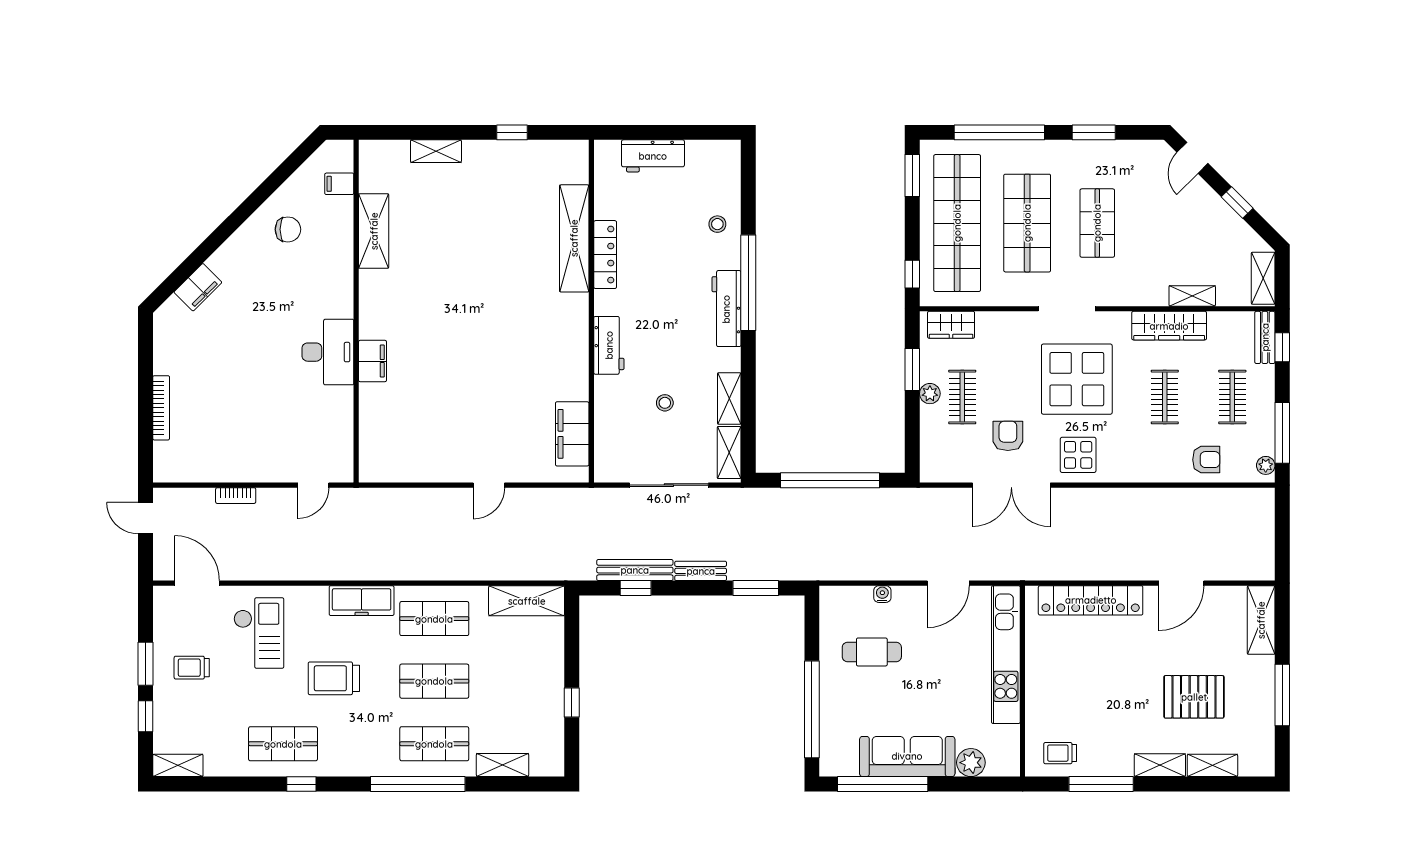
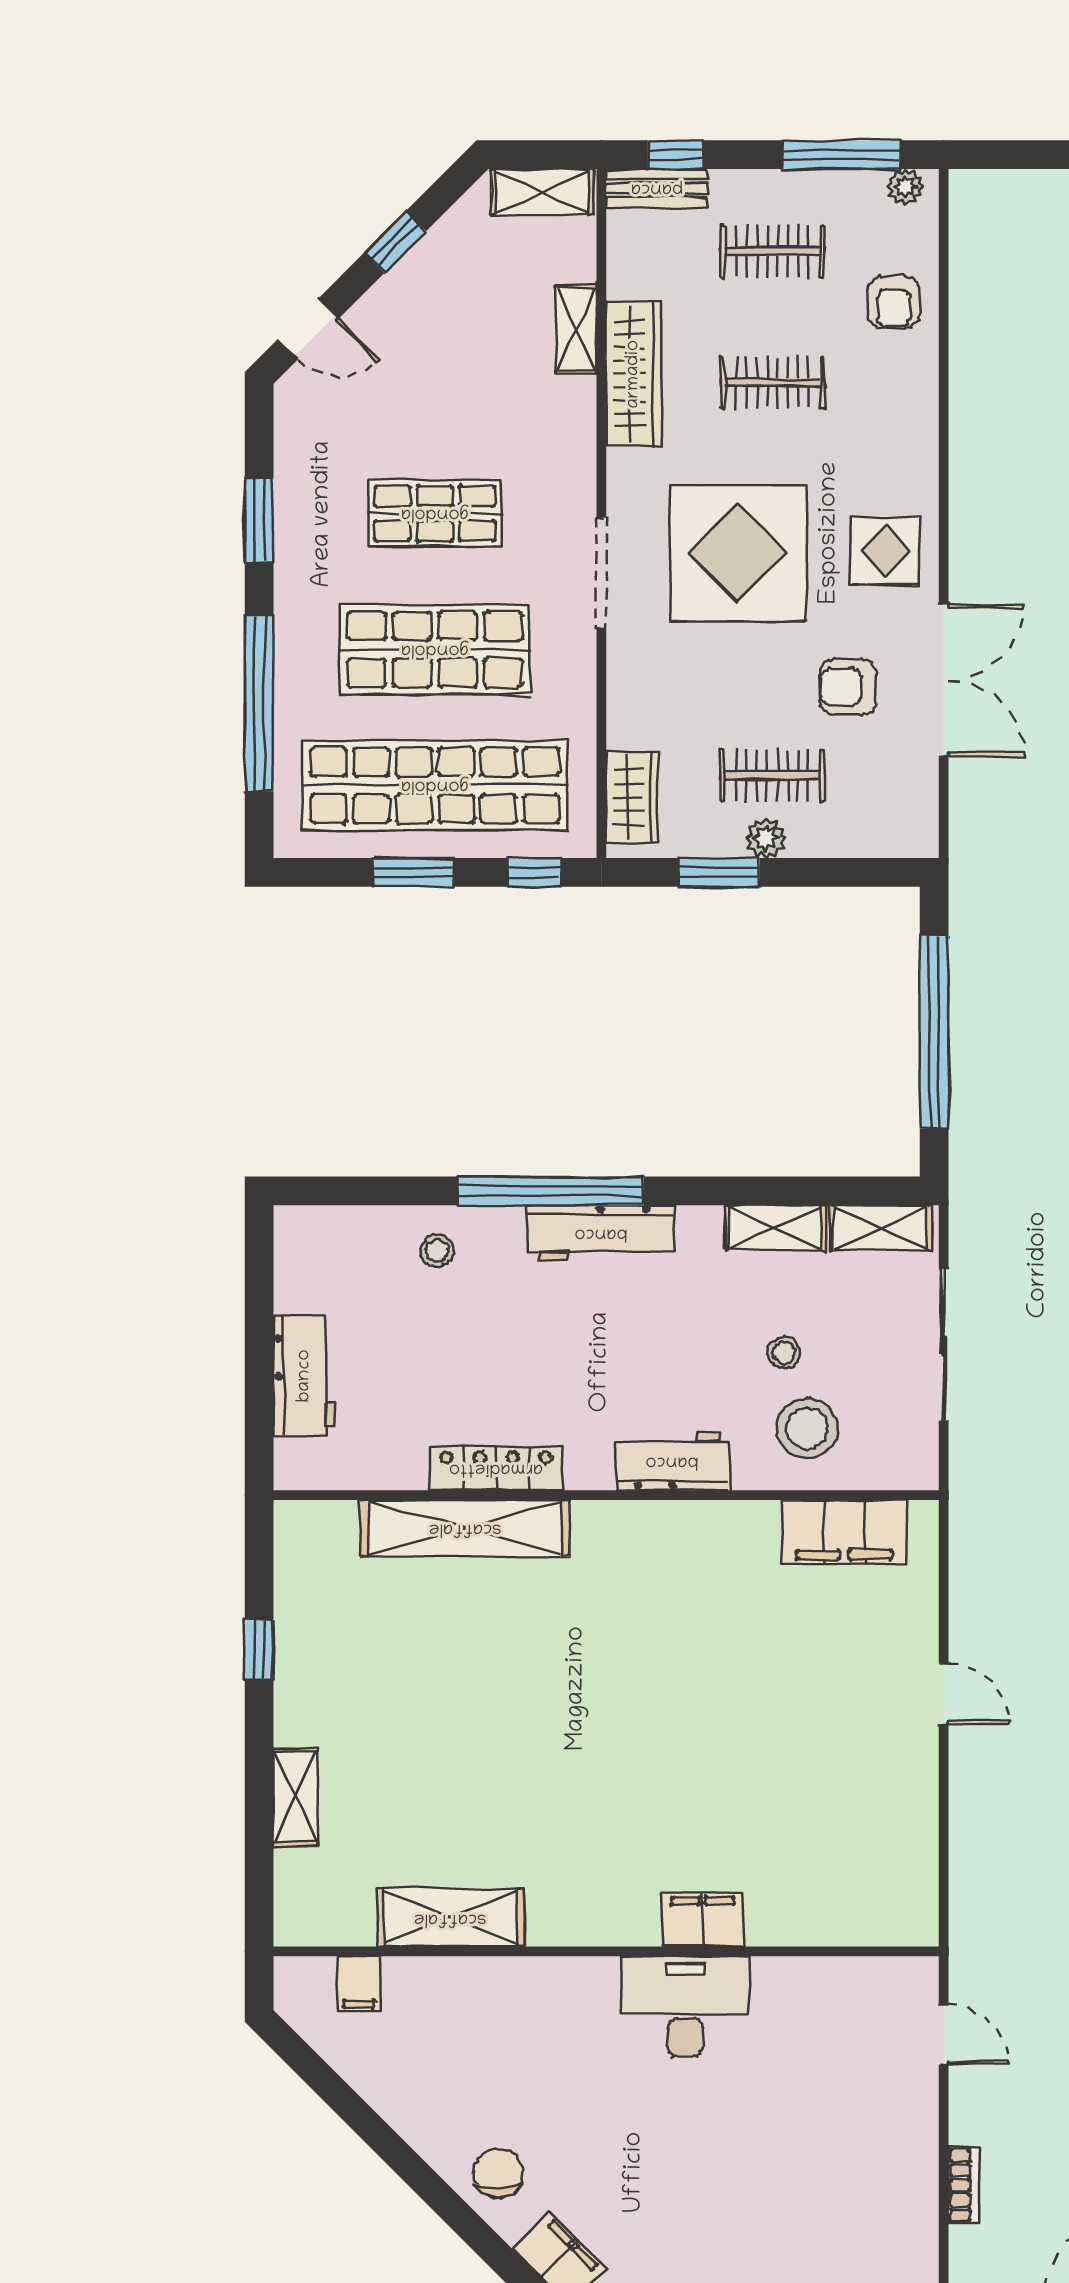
window: (912, 175) -> (414, 872), moved
chair: (288, 229) -> (498, 2173), moved
stool: (626, 415) -> (807, 1428), added
armchair: (1206, 460) -> (894, 302), turned 180

